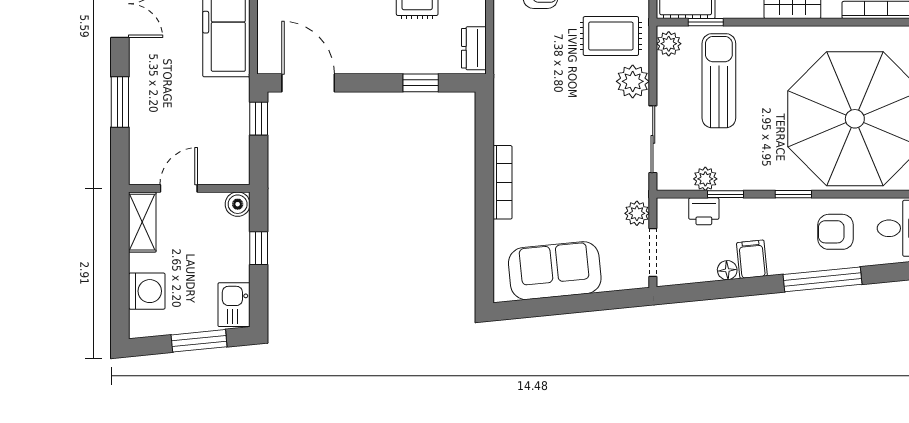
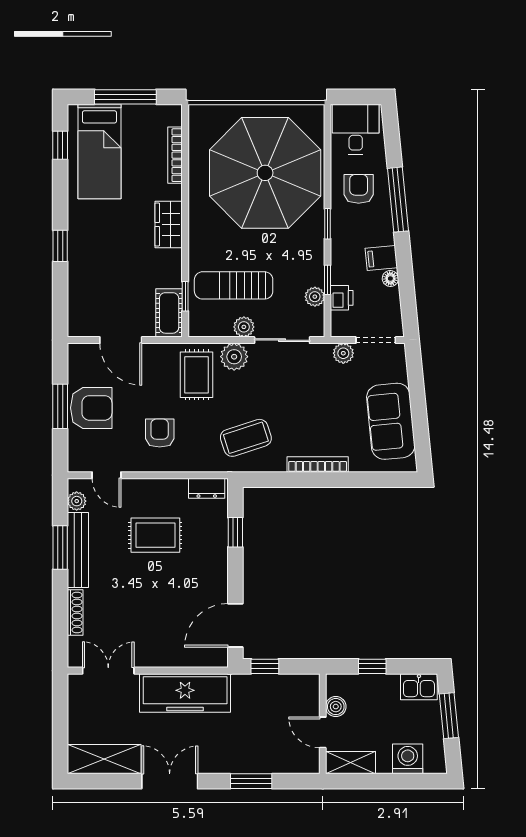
plant: (669, 44) -> (244, 327), moved
coffee table: (535, 96) -> (246, 438), added
boiler: (238, 204) -> (336, 707), moved
armchair: (836, 232) -> (359, 189), turned 180

